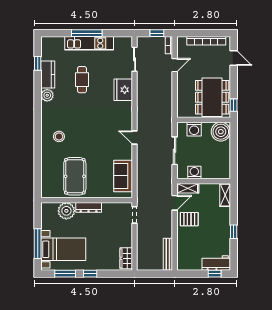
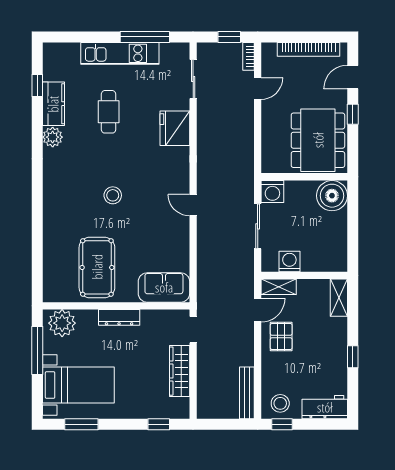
window: (87, 33) -> (145, 37), moved
door: (234, 58) -> (353, 77), swing flipped
window: (234, 105) -> (353, 114), moved
washing machine: (194, 129) -> (272, 192), moved
stool: (59, 136) -> (113, 195), moved
sofa: (123, 176) -> (164, 287), moved, turned 90
plant: (66, 211) -> (62, 323), moved
pallet: (189, 219) -> (281, 336), turned 90
window: (38, 244) -> (37, 351), moved
wardrobe: (126, 258) -> (180, 371), moved, width x1.50
stool: (189, 261) -> (280, 403), added
window: (90, 274) -> (159, 424), moved
window: (215, 274) -> (282, 424), moved

